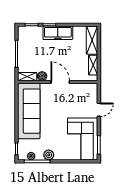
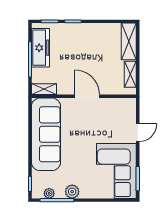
freezer: (58, 33) -> (40, 48), moved, turned -90
boiler: (42, 76) -> (63, 89), removed

